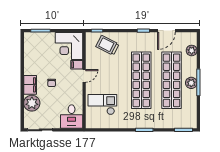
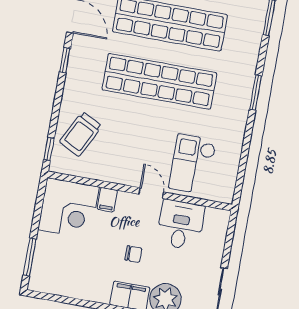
door: (84, 76) -> (151, 193), moved
desk: (72, 117) -> (181, 225), moved, turned -90

